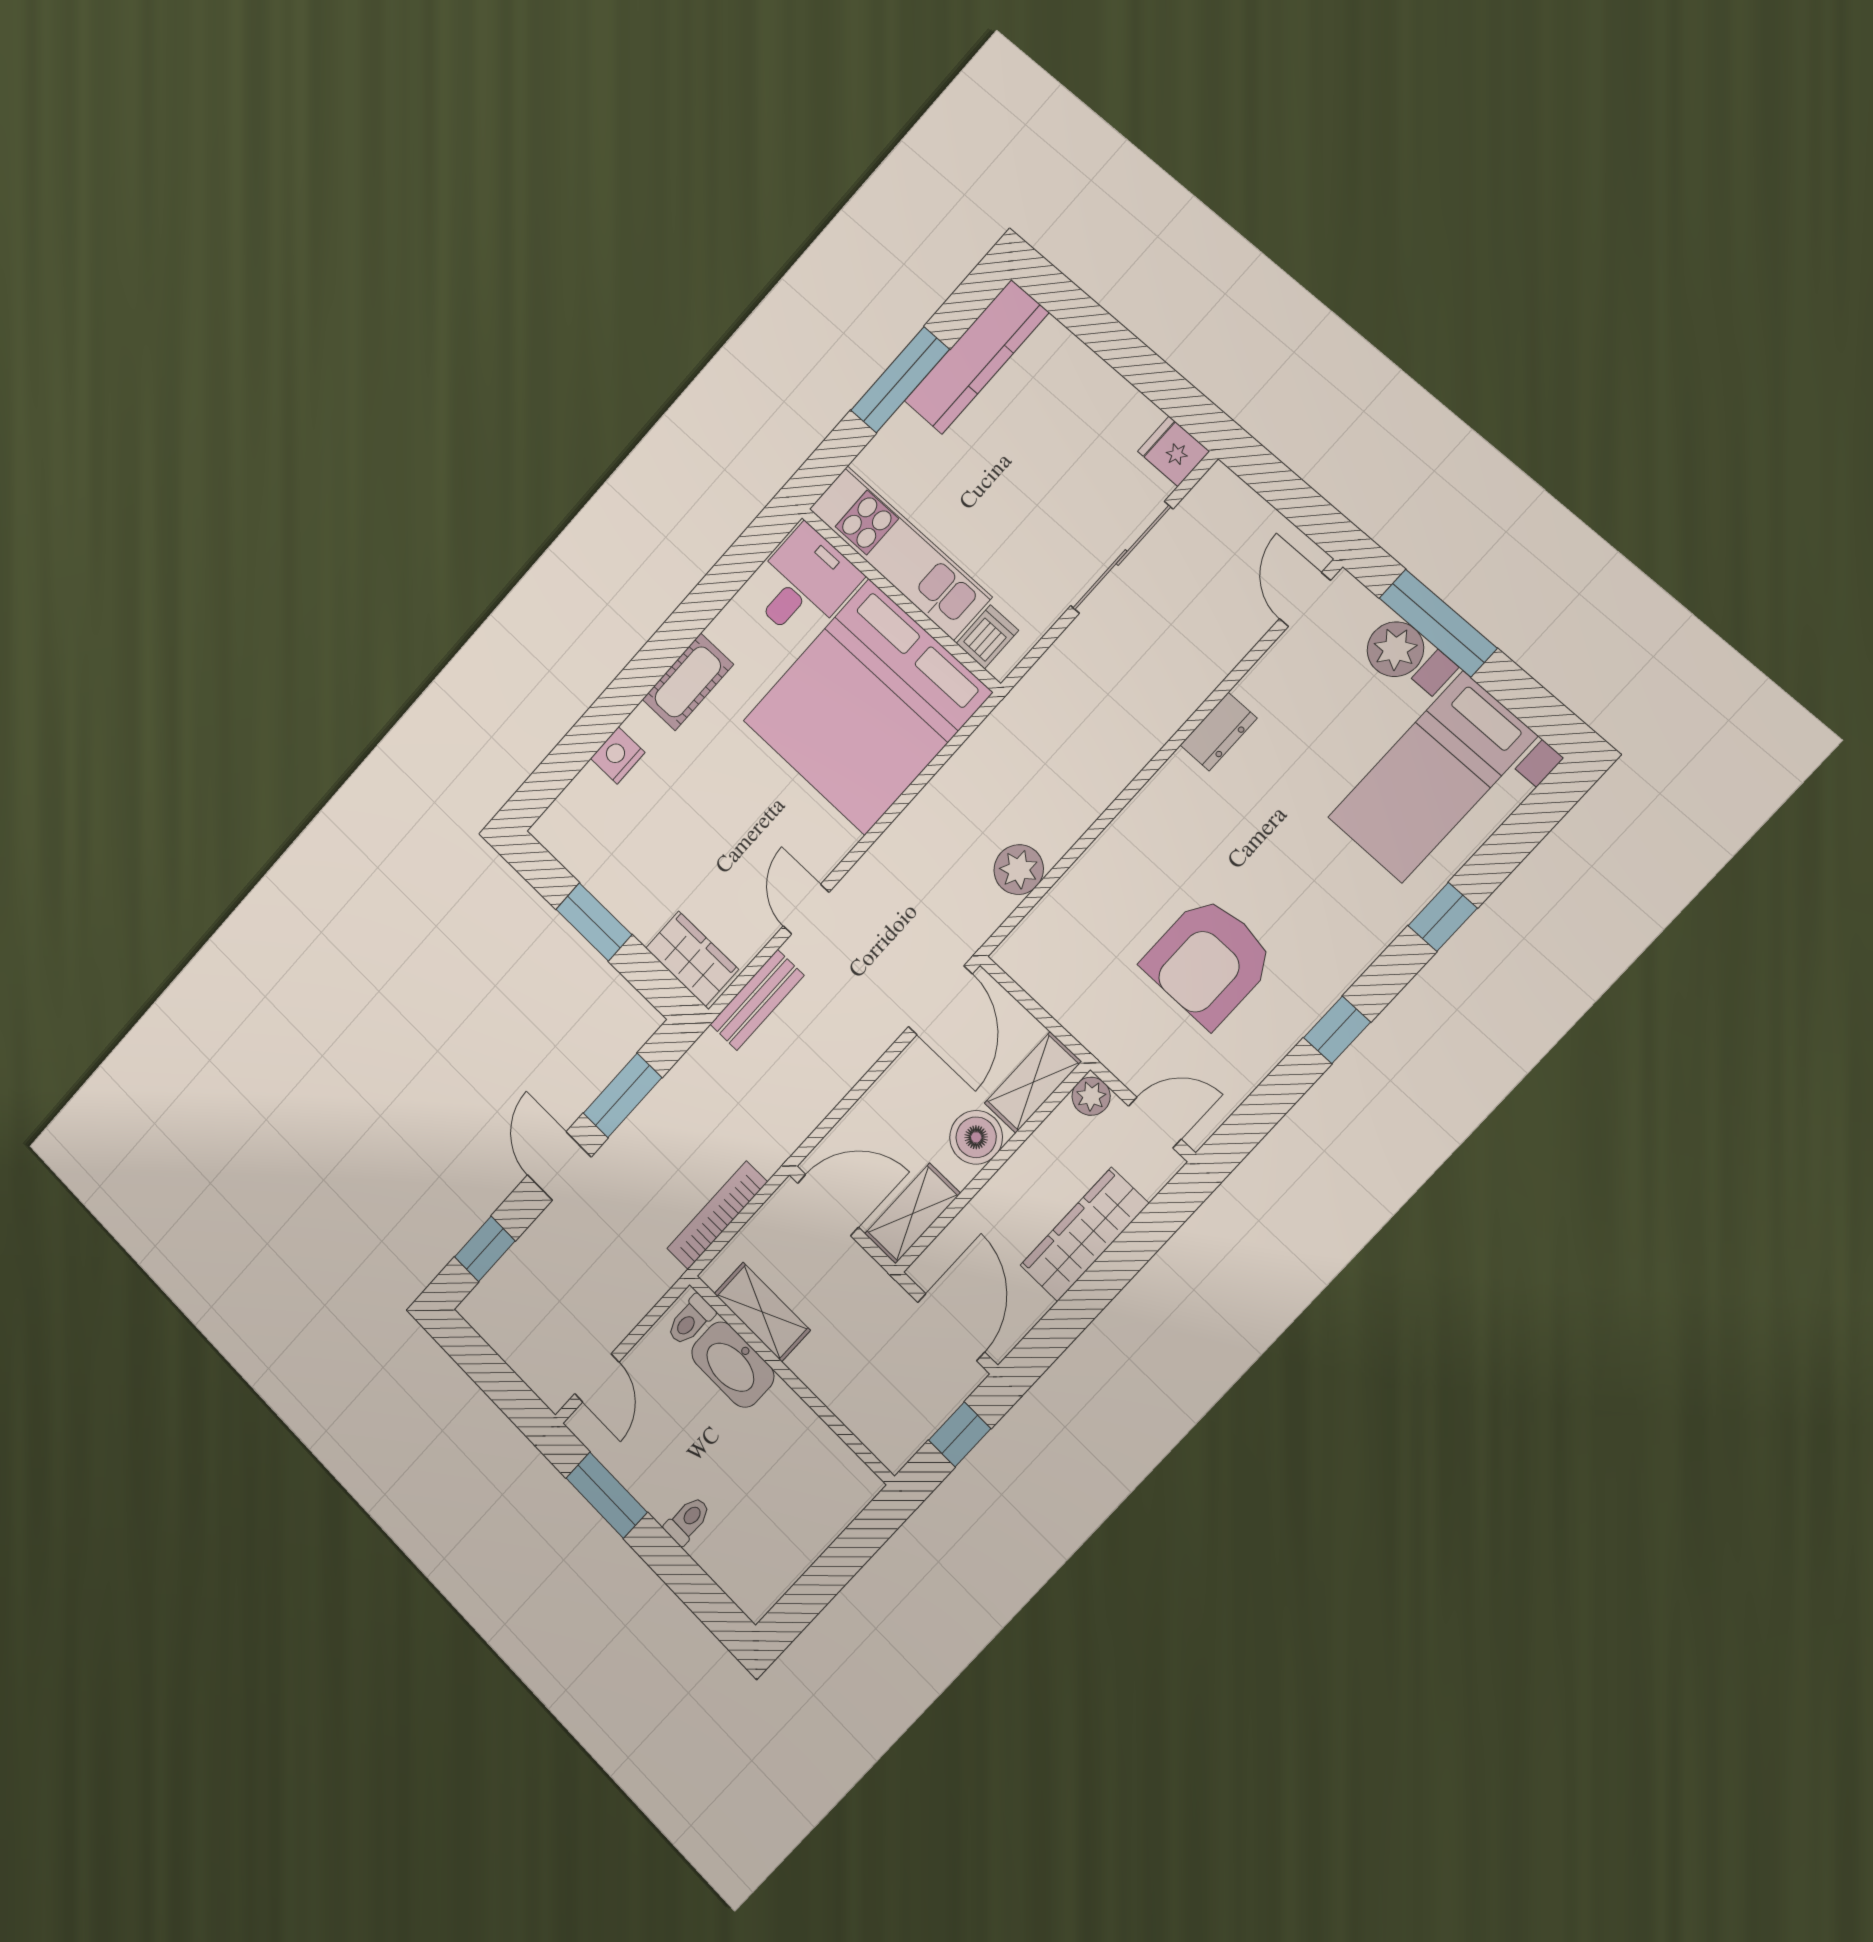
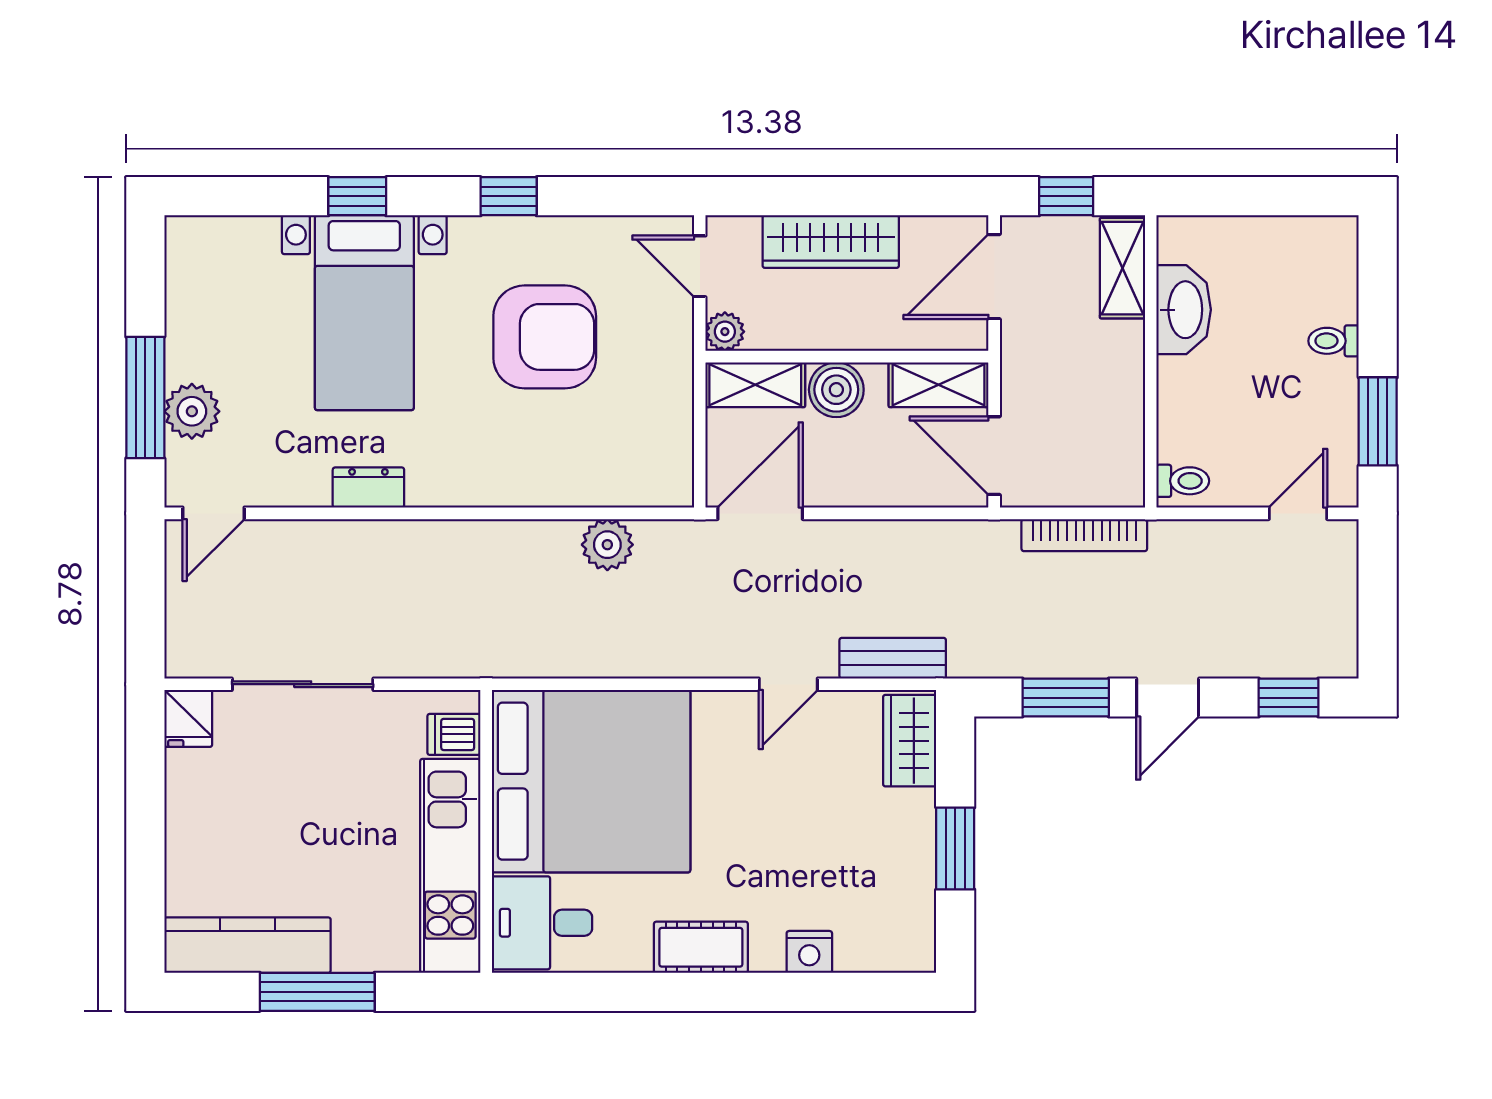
bed with nightstands: (1432, 777) -> (364, 313), moved, turned 90
shelving: (762, 1312) -> (1122, 268), moved
washbasin: (733, 1365) -> (1184, 310), moved

